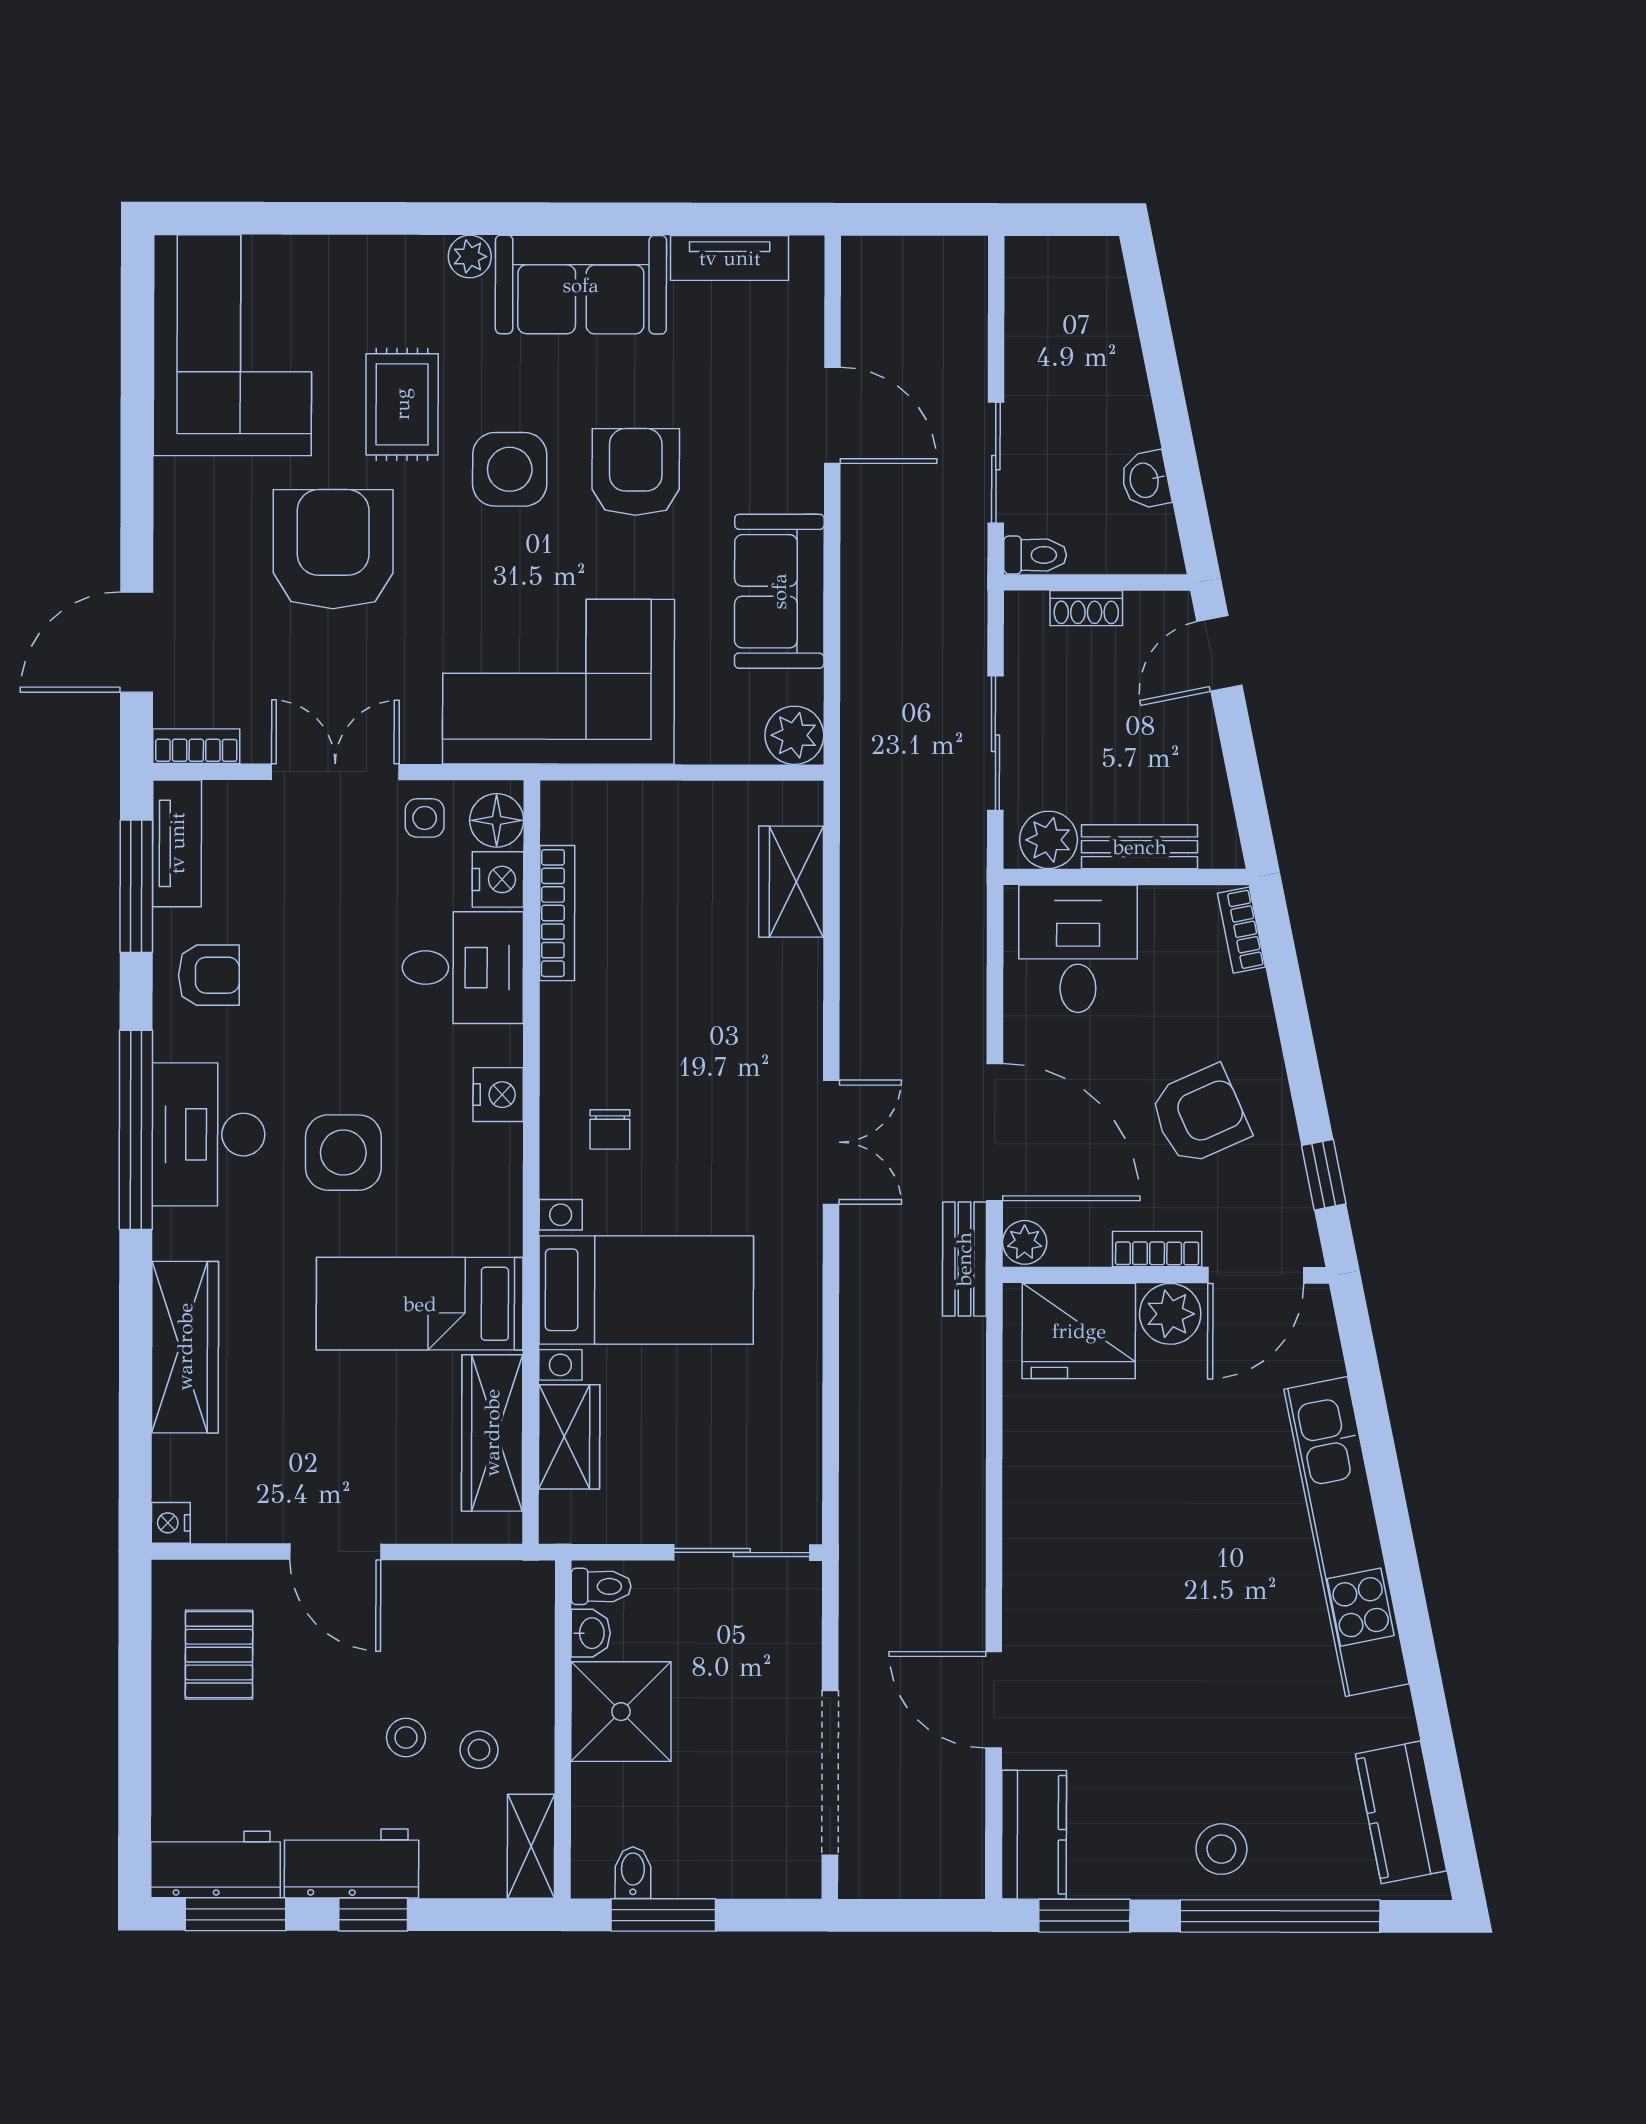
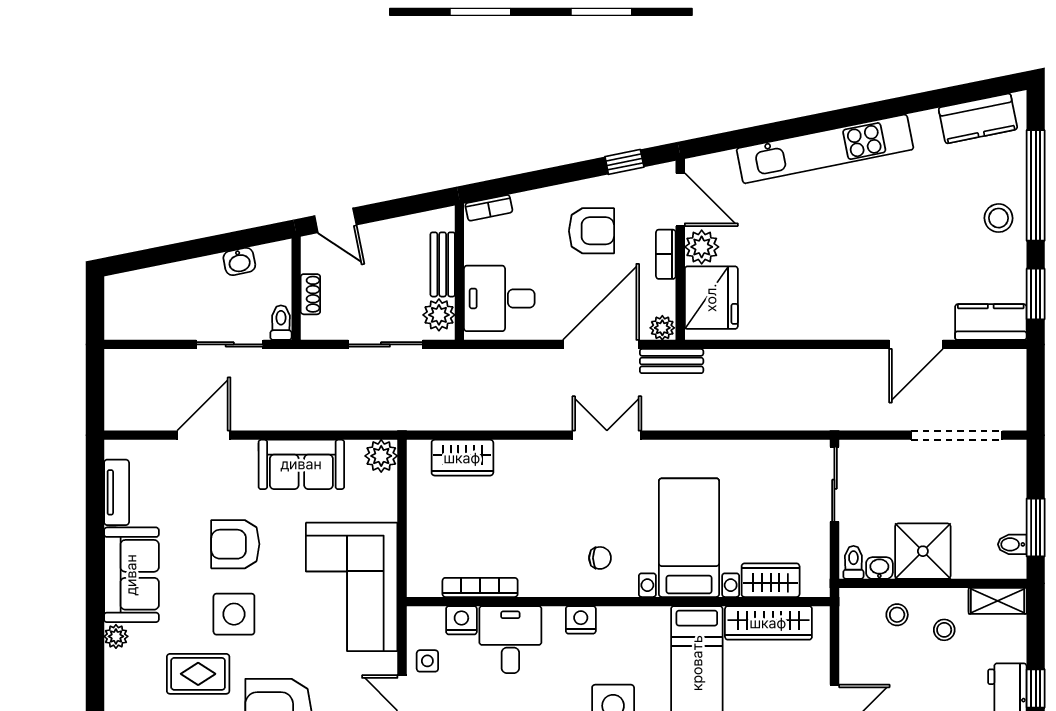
floor lamp: (497, 820) -> (429, 621), removed
armchair: (1200, 1115) -> (591, 231), turned 114
stool: (406, 1737) -> (897, 615), moved

